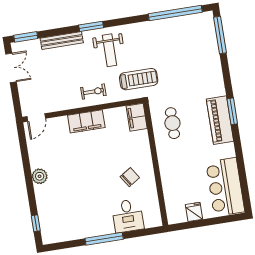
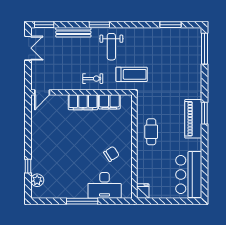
window: (175, 13) -> (170, 25), width x0.47
filing cabinet: (137, 117) -> (109, 102), moved, turned -90
cafe table: (172, 123) -> (151, 132), moved
plant: (40, 176) -> (37, 180), moved
fridge: (194, 212) -> (143, 191), moved
desk: (128, 216) -> (105, 185), width x1.37
window: (36, 223) -> (28, 166), moved

